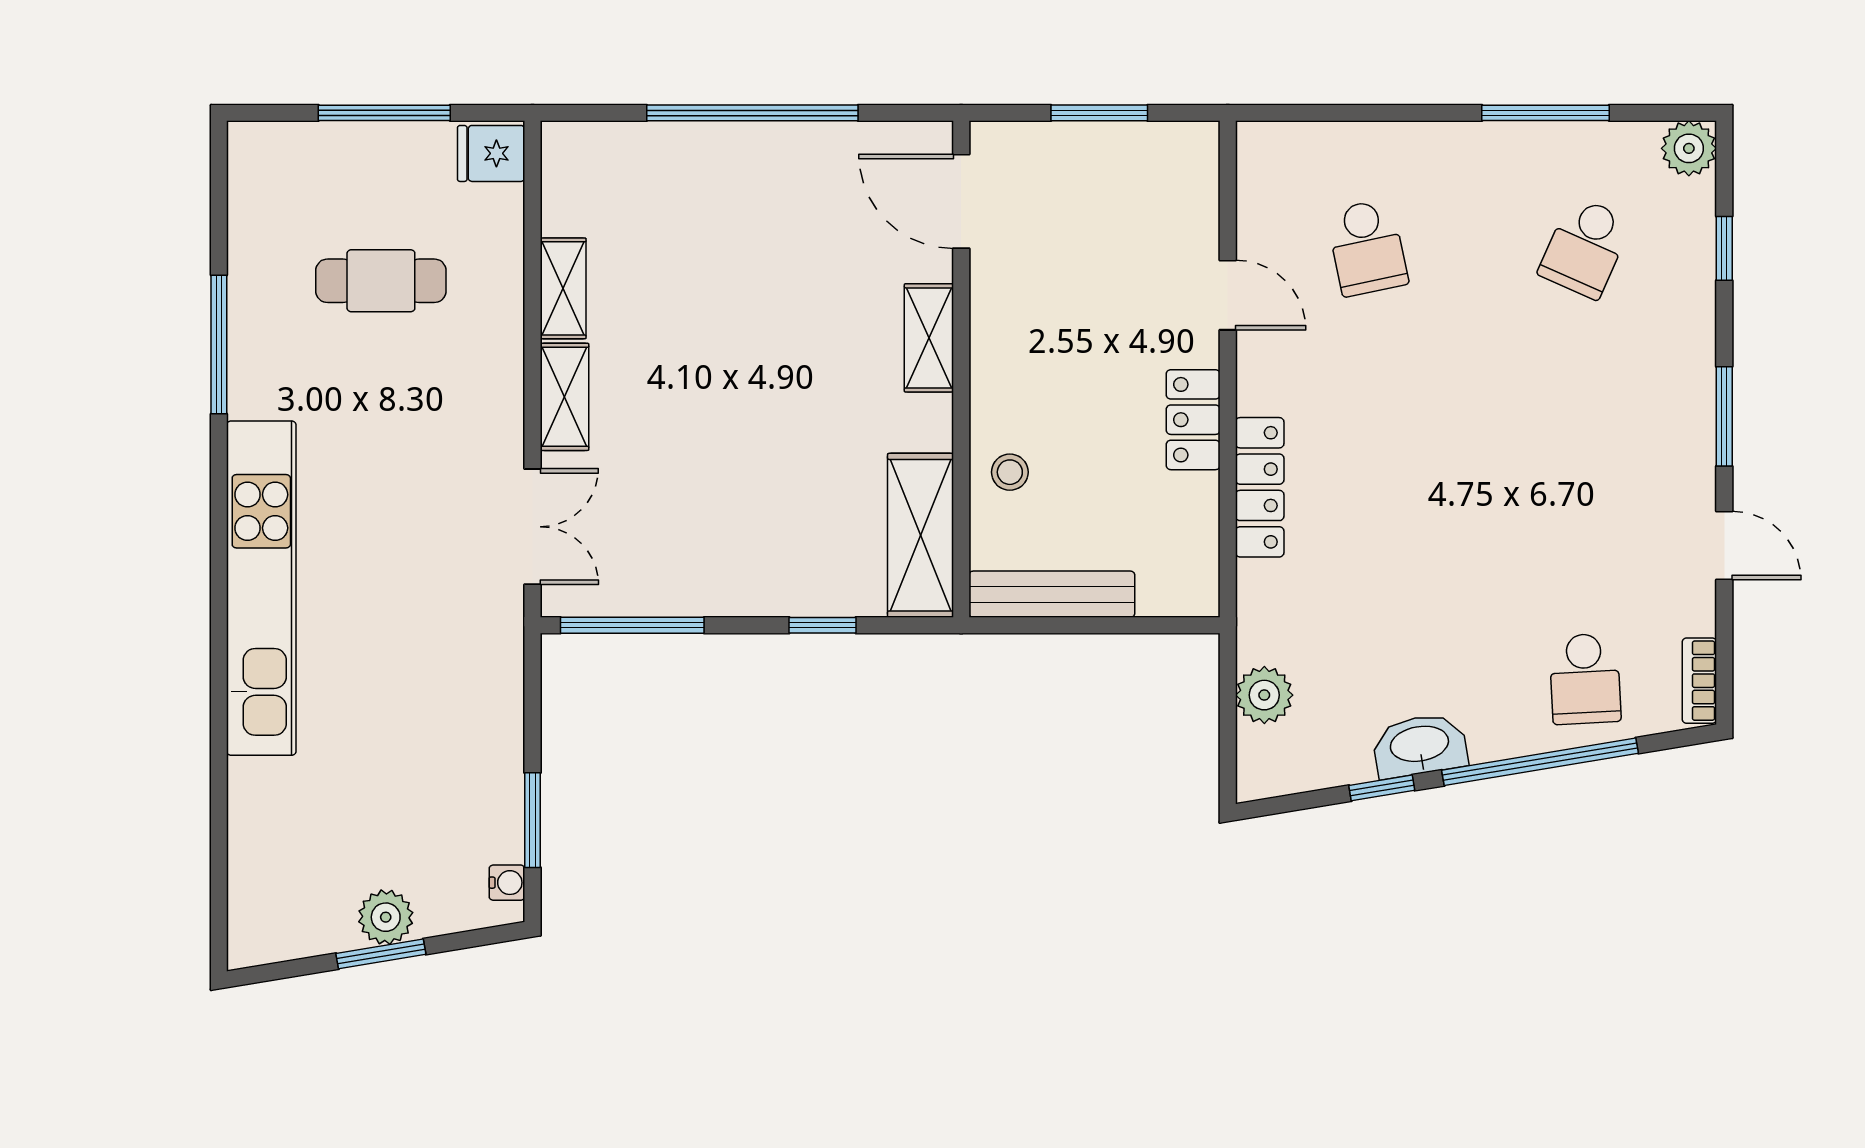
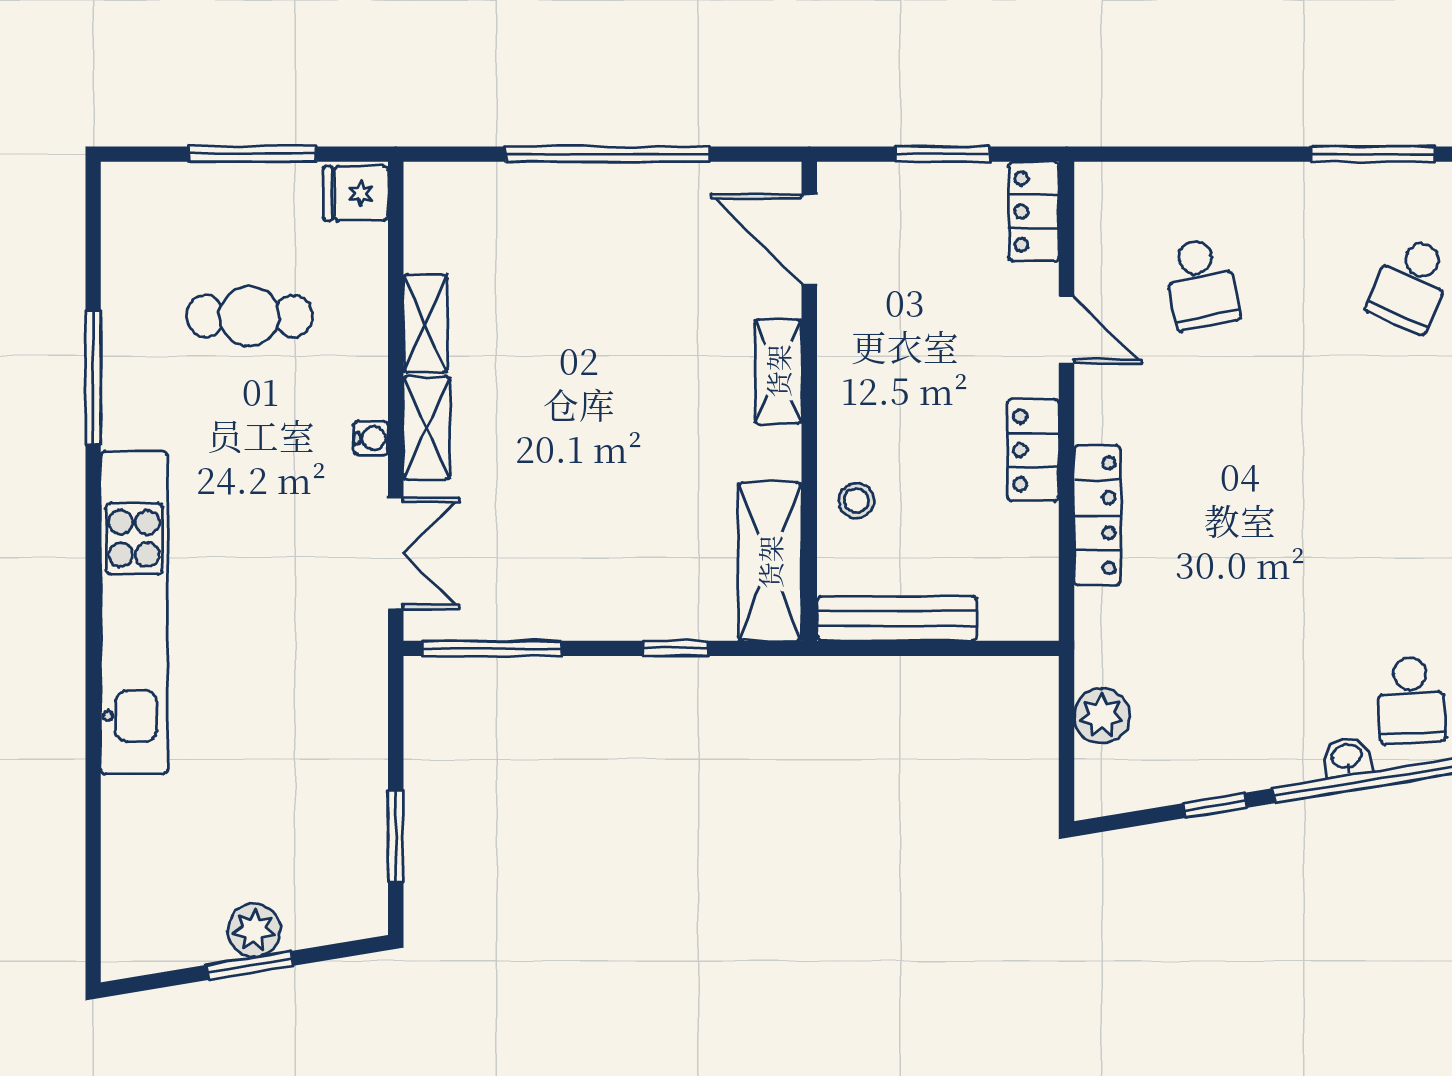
locker: (1194, 172) -> (1034, 212), added
washbasin: (1420, 745) -> (1347, 757), moved, width x0.52, depth x0.69
water cooler: (507, 883) -> (371, 438), moved

